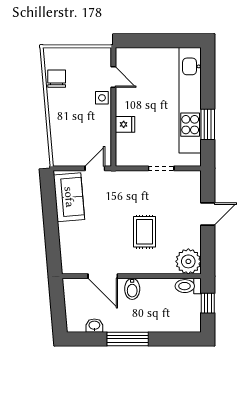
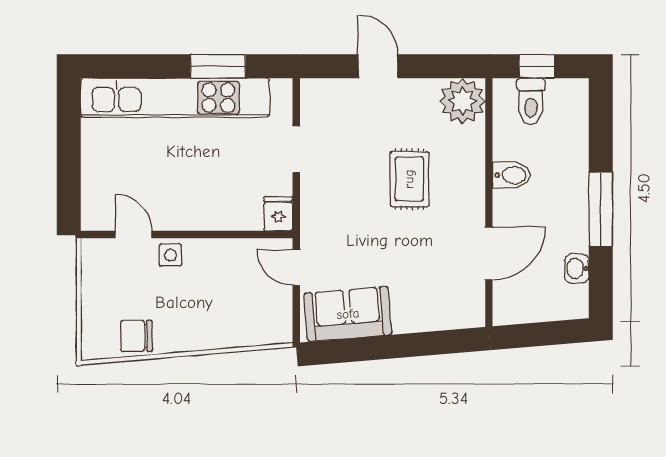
door: (113, 77) -> (133, 235), hinge flipped
fridge: (125, 124) -> (278, 214), moved
rug: (145, 232) -> (409, 179), turned 90
toilet: (188, 286) -> (531, 101), moved
bidet: (132, 289) -> (511, 175), moved

